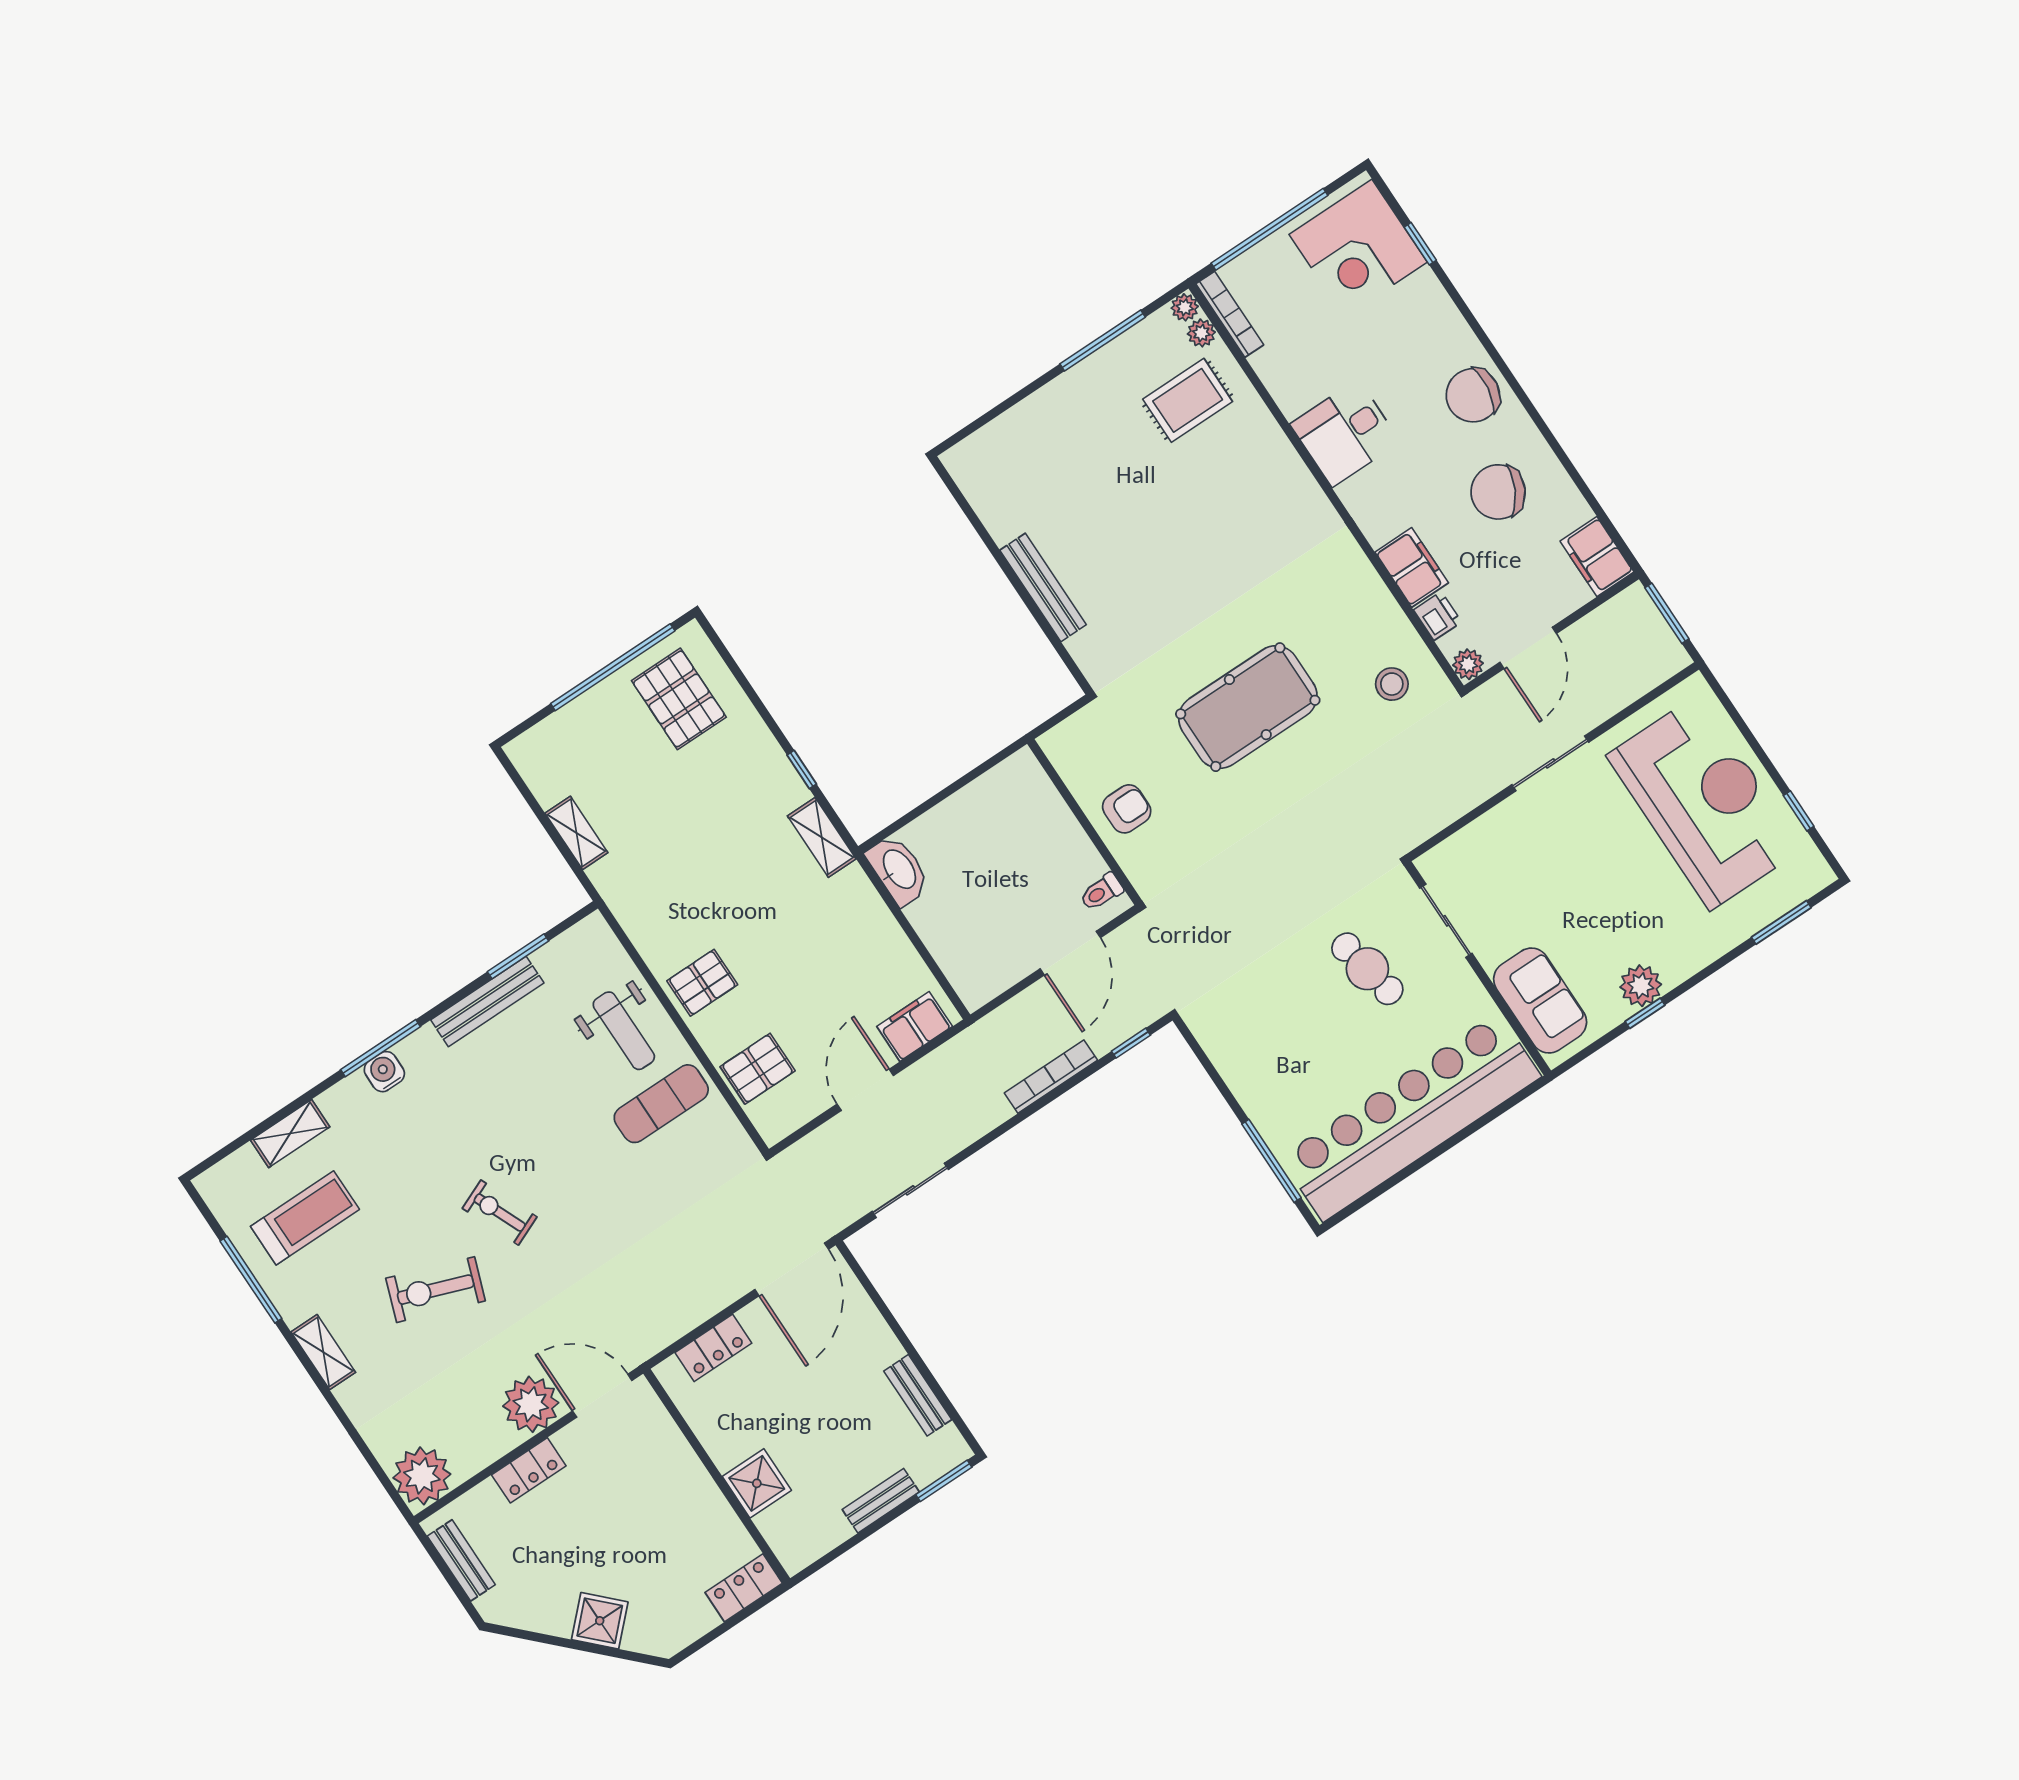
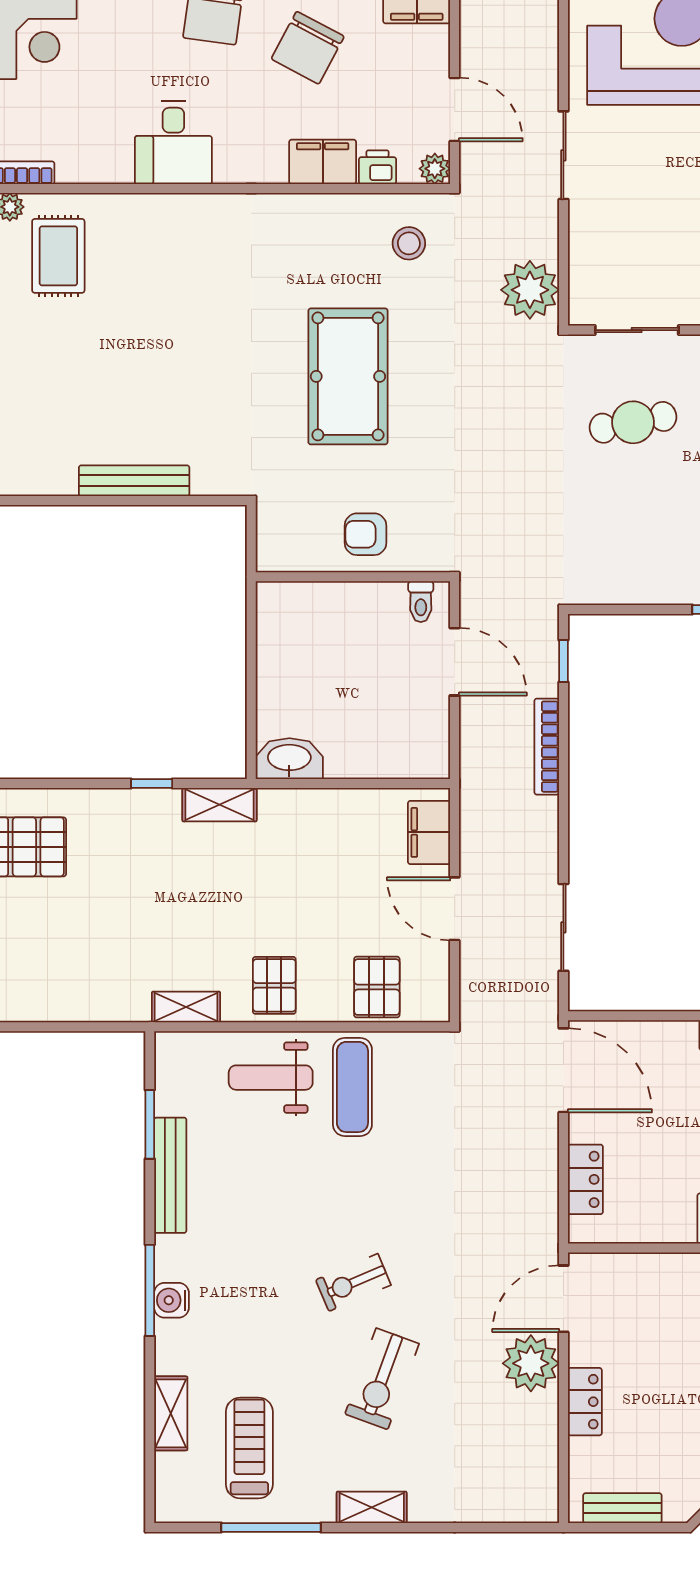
armchair: (1127, 809) -> (365, 534), turned -90
shelving: (576, 833) -> (186, 1007), moved
weight bench: (624, 1031) -> (271, 1078), turned 180
plant: (422, 1476) -> (530, 290), moved

